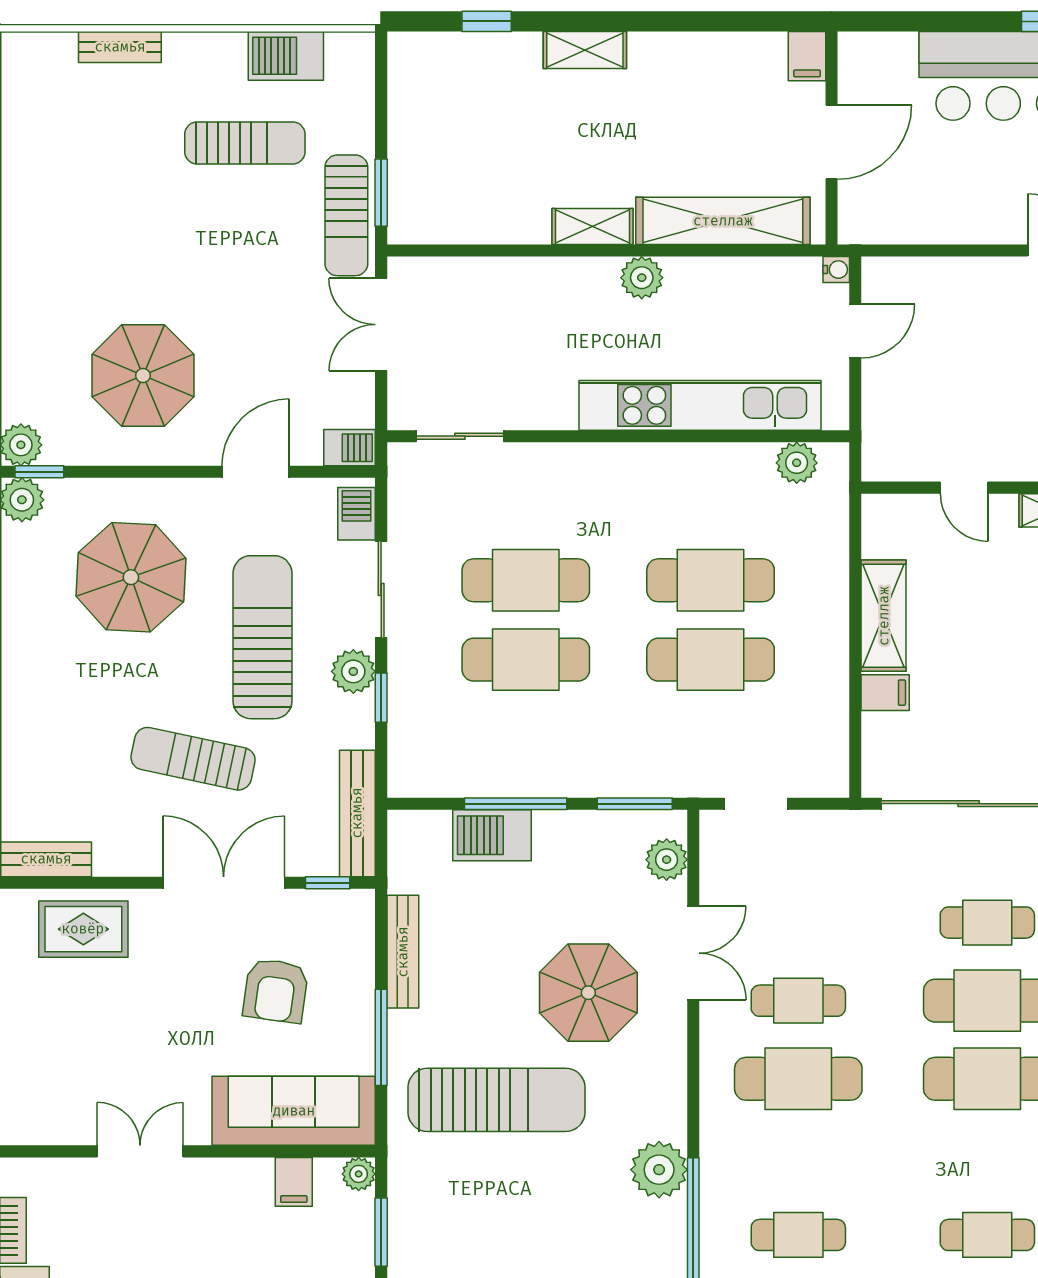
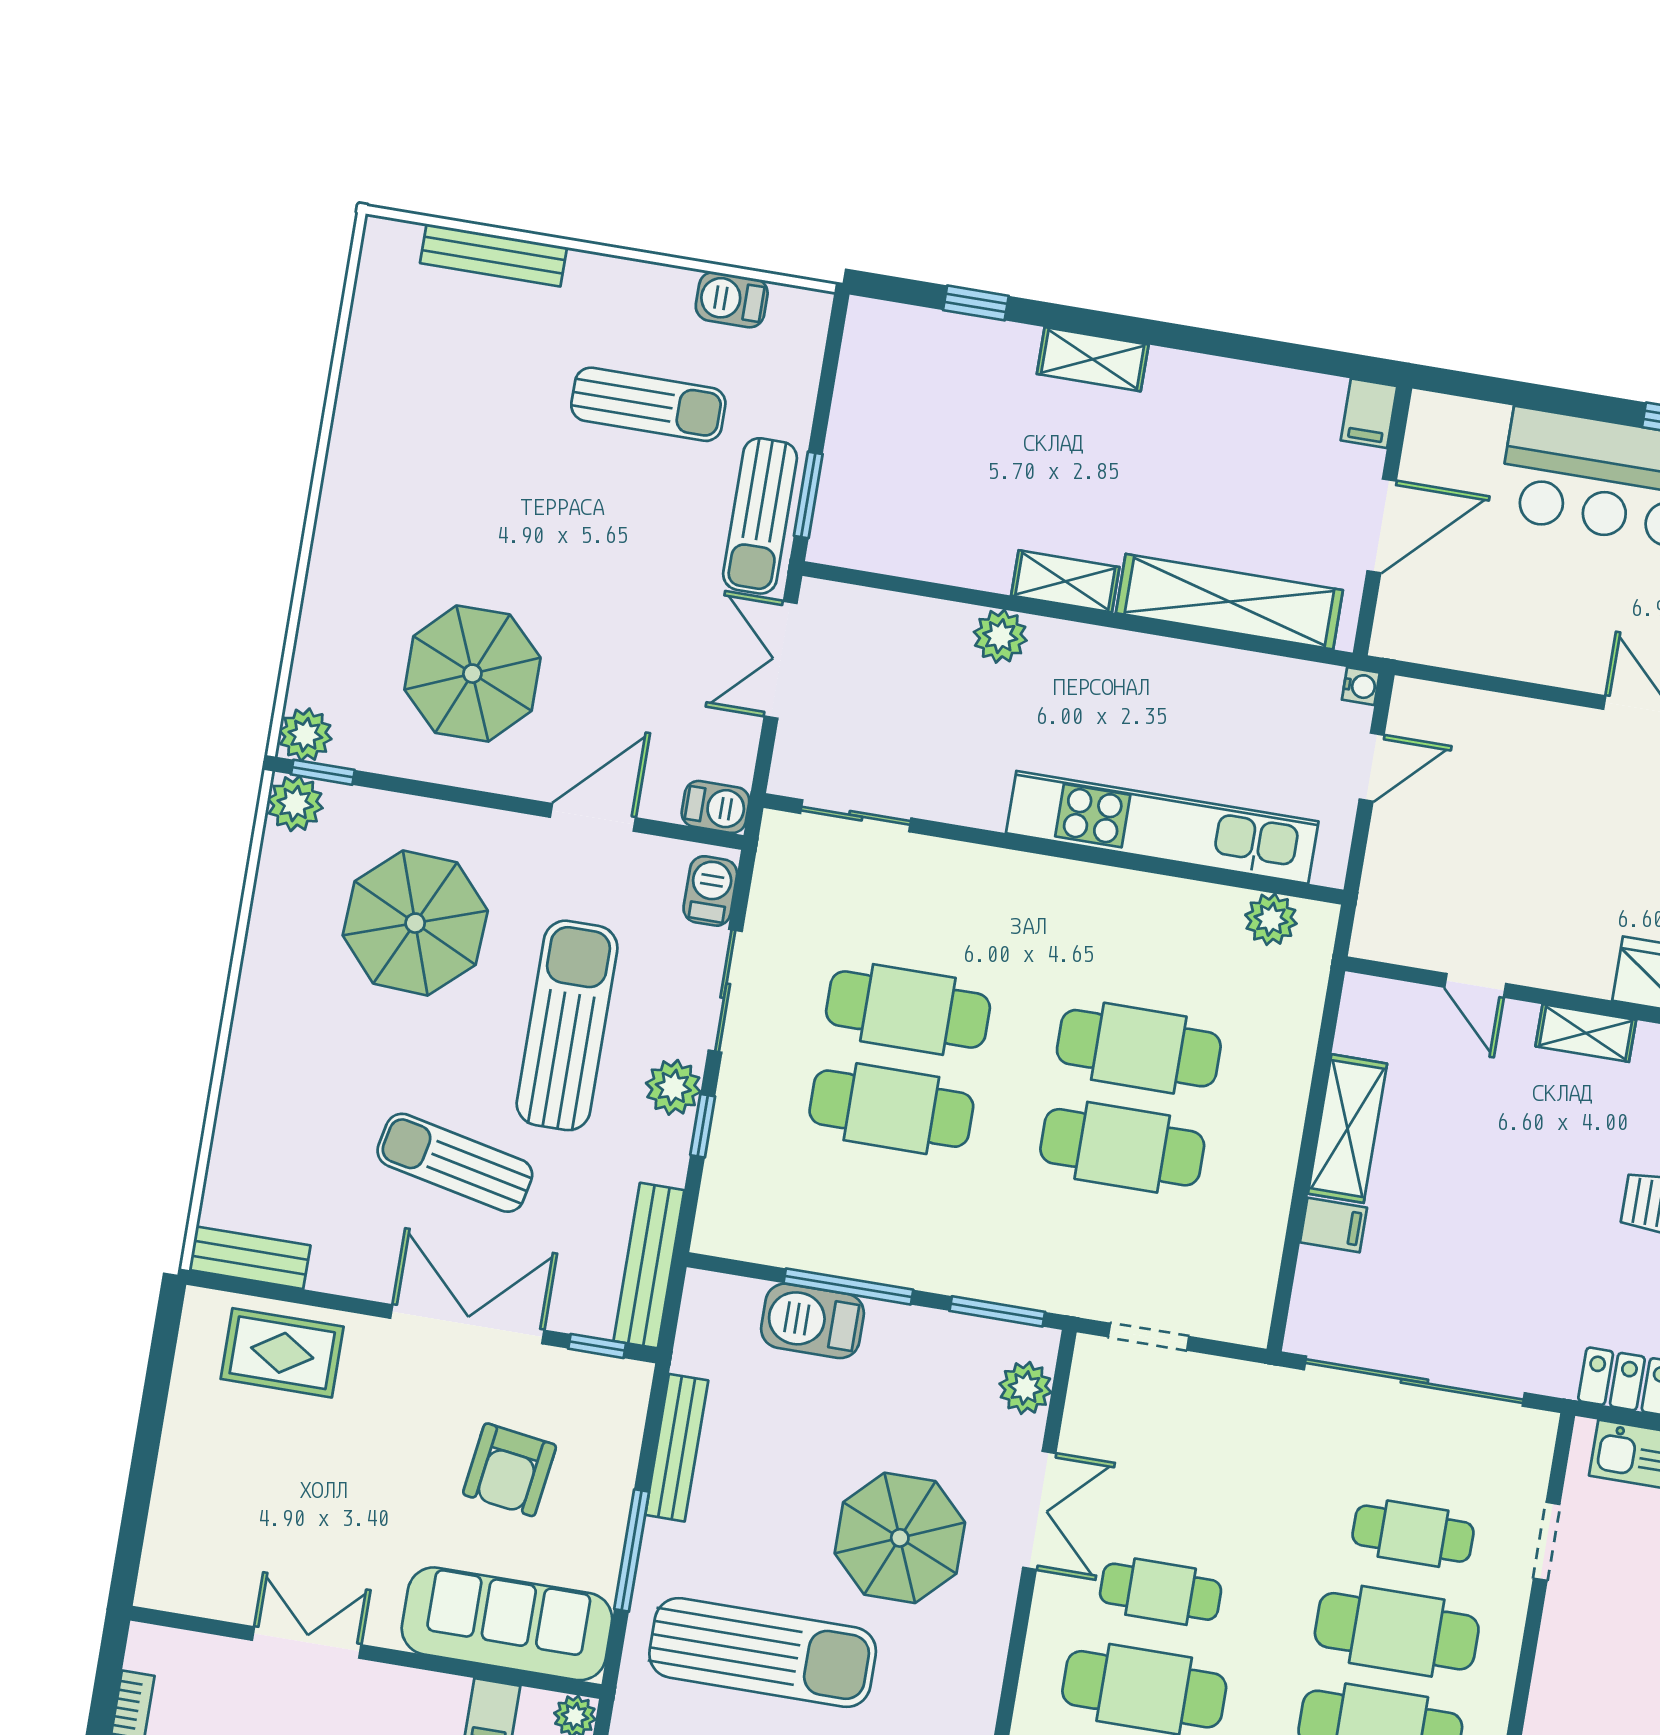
bench: (120, 47) -> (494, 255), width x1.36
barbecue: (286, 56) -> (732, 300), width x0.73, depth x0.79
plant: (642, 278) -> (1000, 636), moved

